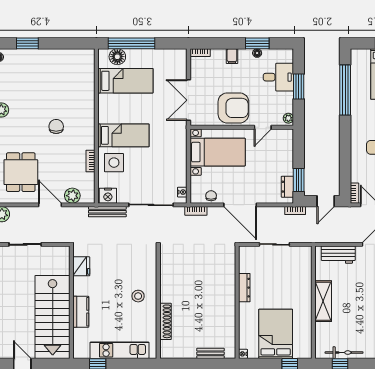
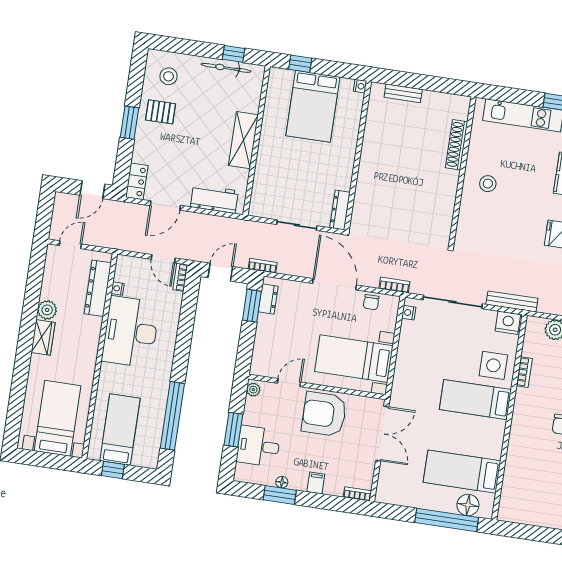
dresser: (244, 288) -> (340, 210), moved

